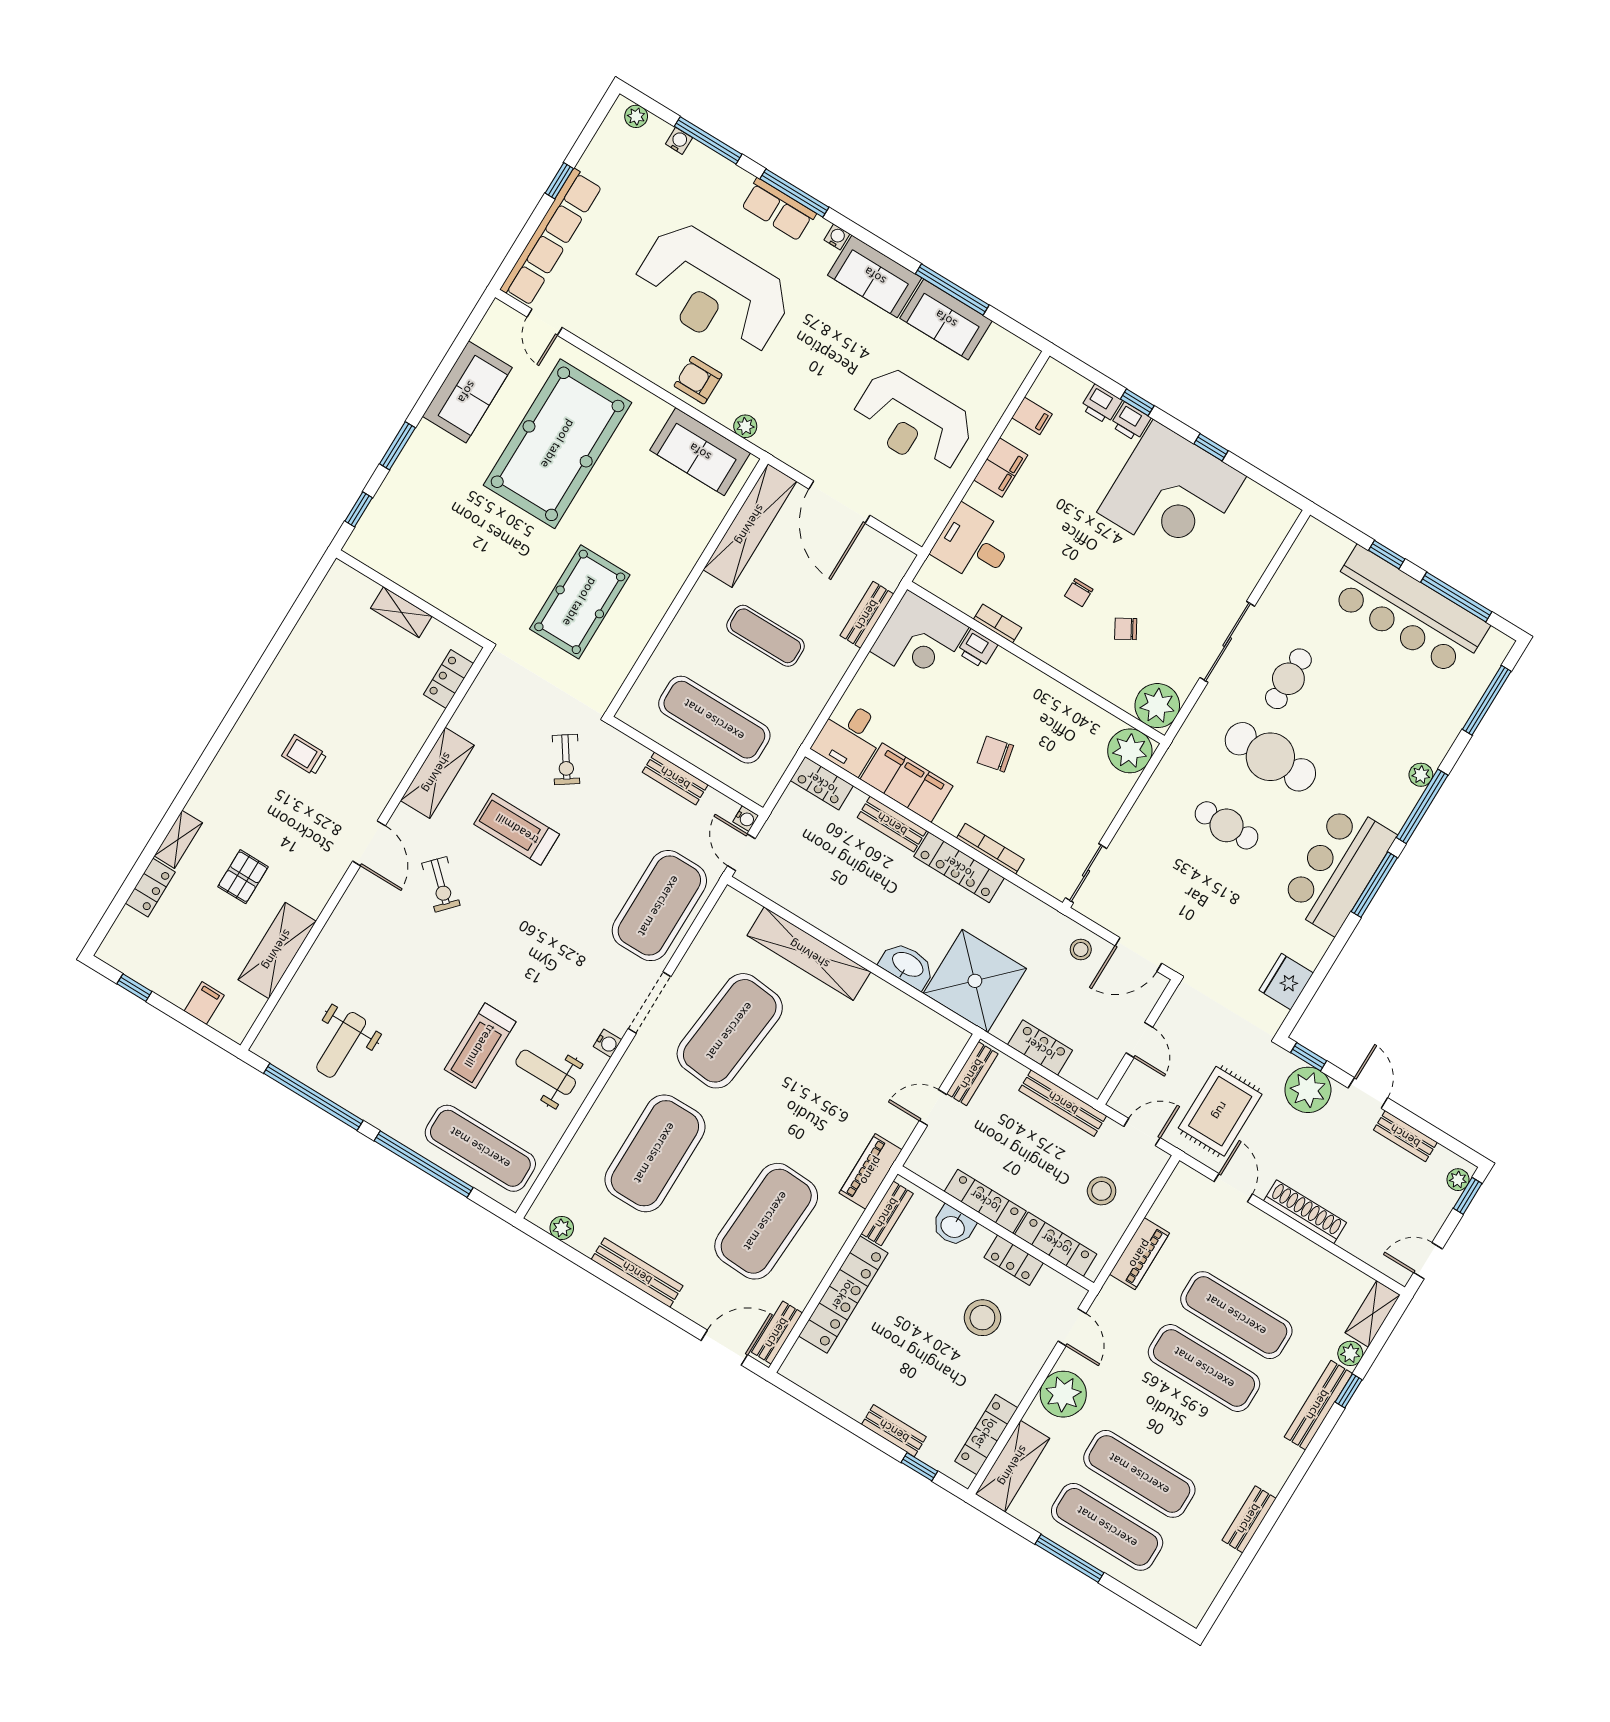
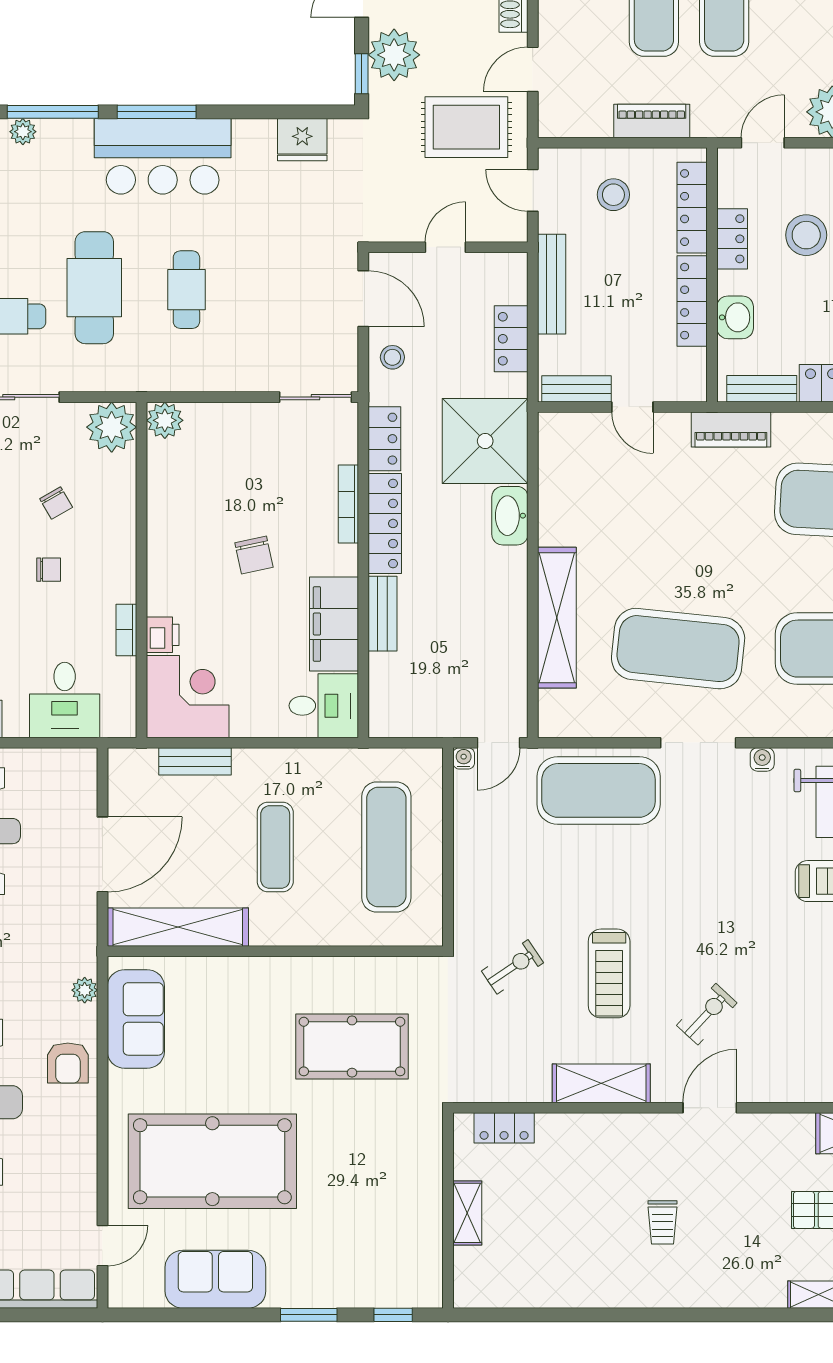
plant: (1130, 751) -> (165, 420), width x0.73, depth x0.73
bench: (675, 778) -> (466, 850), removed
locker: (822, 783) -> (384, 439), moved

